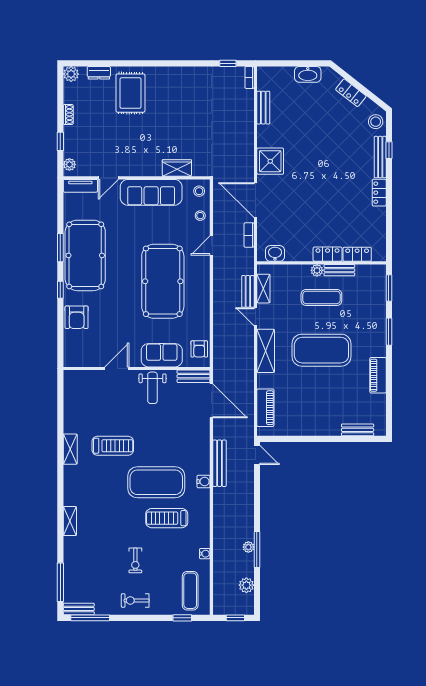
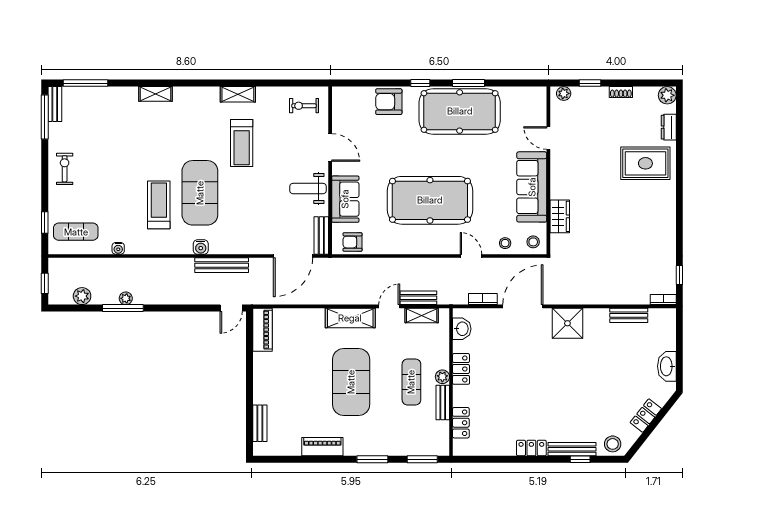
tv unit: (80, 186) -> (539, 106), removed
locker: (328, 254) -> (461, 369), moved
piano: (265, 408) -> (263, 330), moved, turned -90
exercise bike: (135, 560) -> (304, 106), moved

